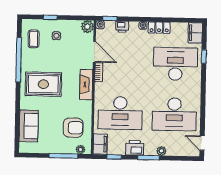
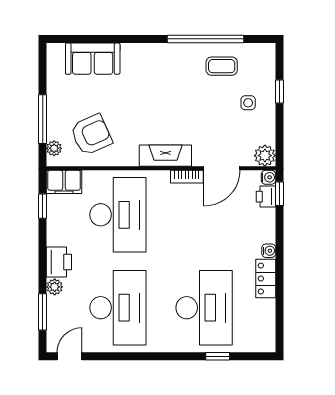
printer: (122, 27) -> (266, 197), moved
filing cabinet: (195, 33) -> (258, 341), removed
coffee table: (34, 39) -> (222, 66), moved
rug: (43, 84) -> (165, 82), removed
desk: (120, 113) -> (118, 215), turned 180
desk: (174, 114) -> (118, 308), turned 180
armchair: (73, 128) -> (91, 135), turned -114
printer: (135, 148) -> (59, 262), moved
window: (148, 158) -> (43, 312), moved

